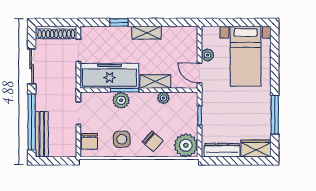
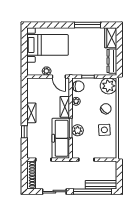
door: (200, 73) -> (59, 77), hinge flipped
chair: (89, 141) -> (78, 86), moved

